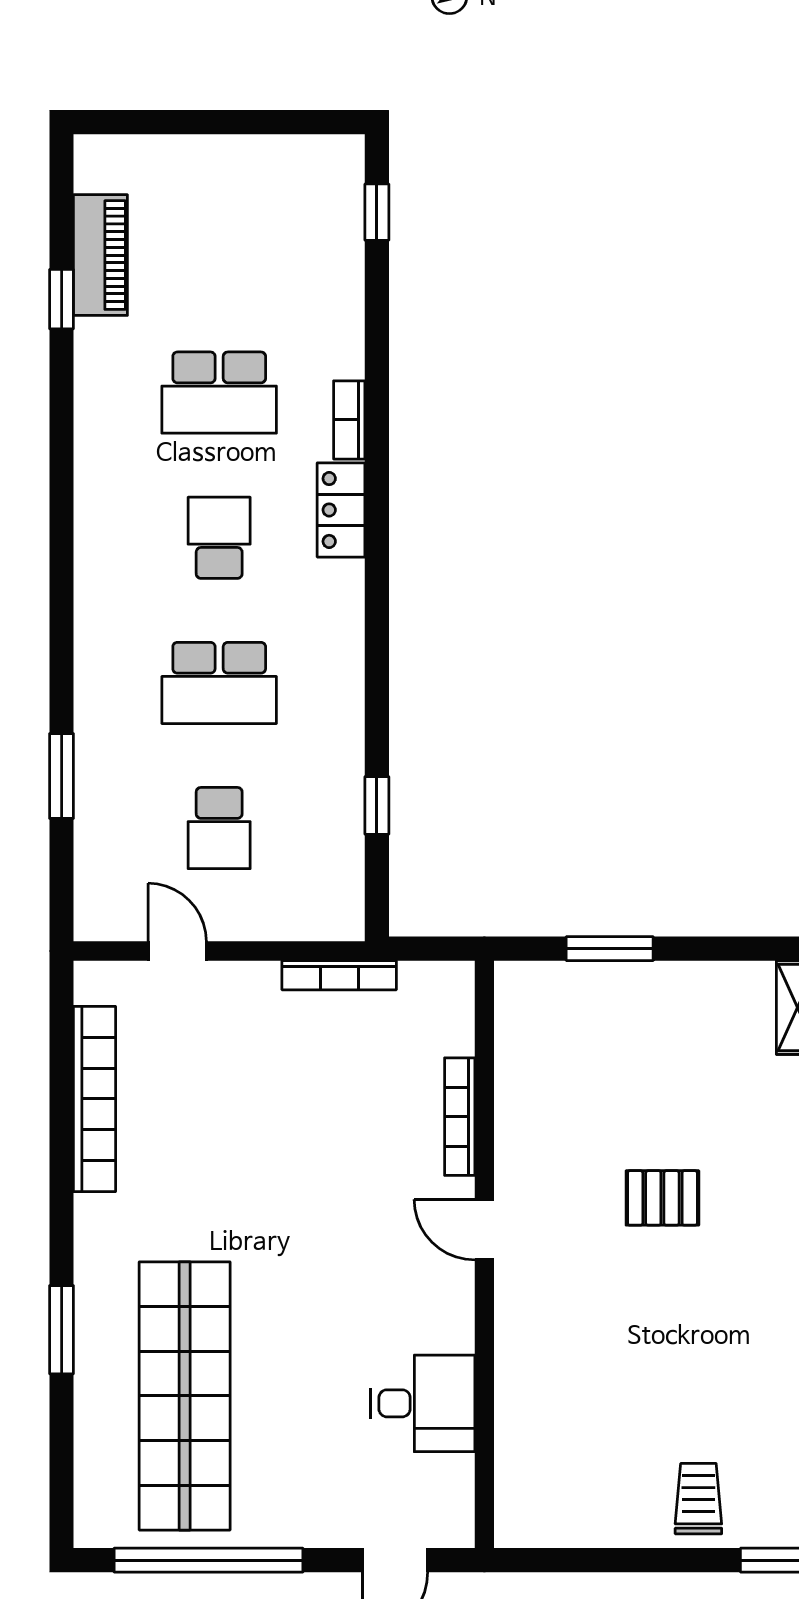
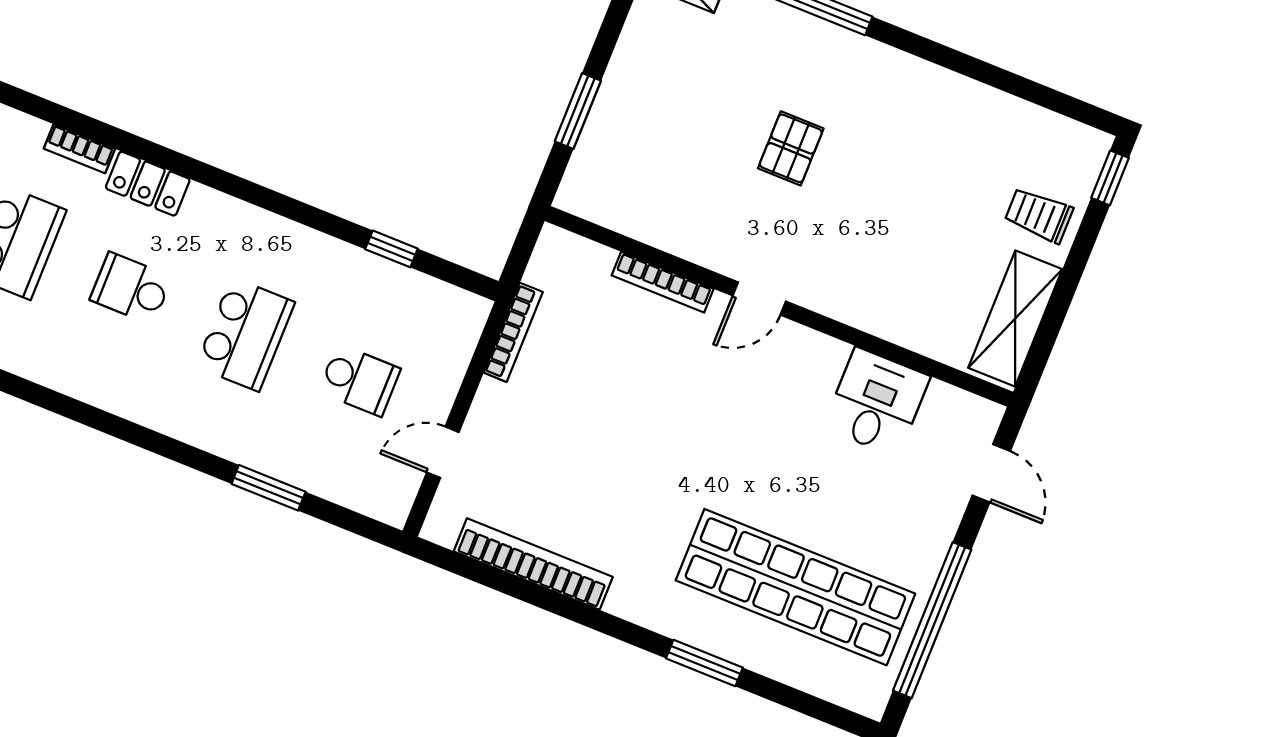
shelving: (575, 1518) -> (1015, 319), added

